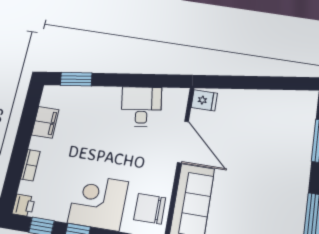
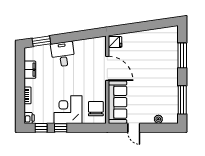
desk: (141, 107) -> (63, 54), moved
chair: (150, 209) -> (96, 109), turned 90

